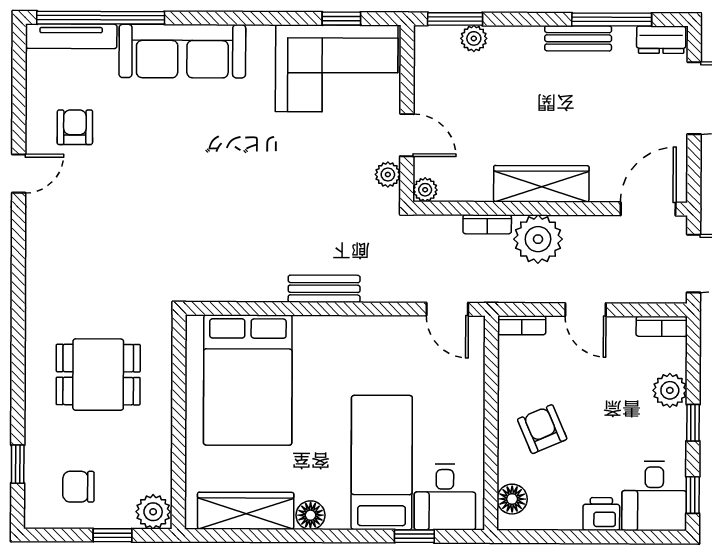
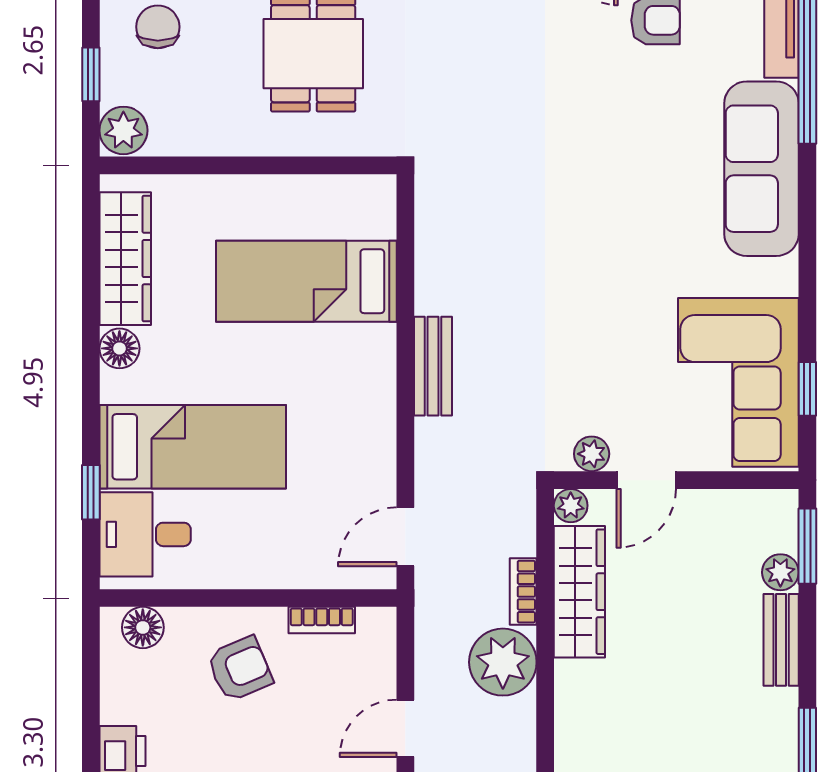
bench: (578, 38) -> (781, 640), moved
wardrobe: (541, 184) -> (579, 592), moved
bookcase: (522, 325) -> (322, 620), moved, turned -90
bed: (248, 380) -> (306, 281), width x0.67

